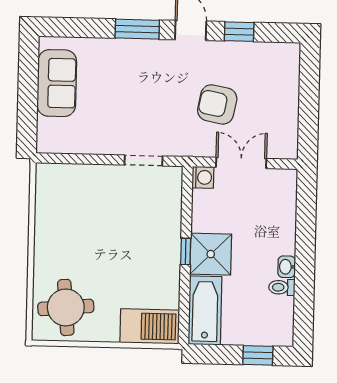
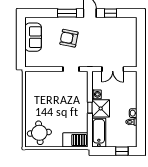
armchair: (217, 104) -> (69, 38), moved
double door: (241, 163) -> (113, 69), swing flipped
washing machine: (203, 177) -> (97, 94), moved

